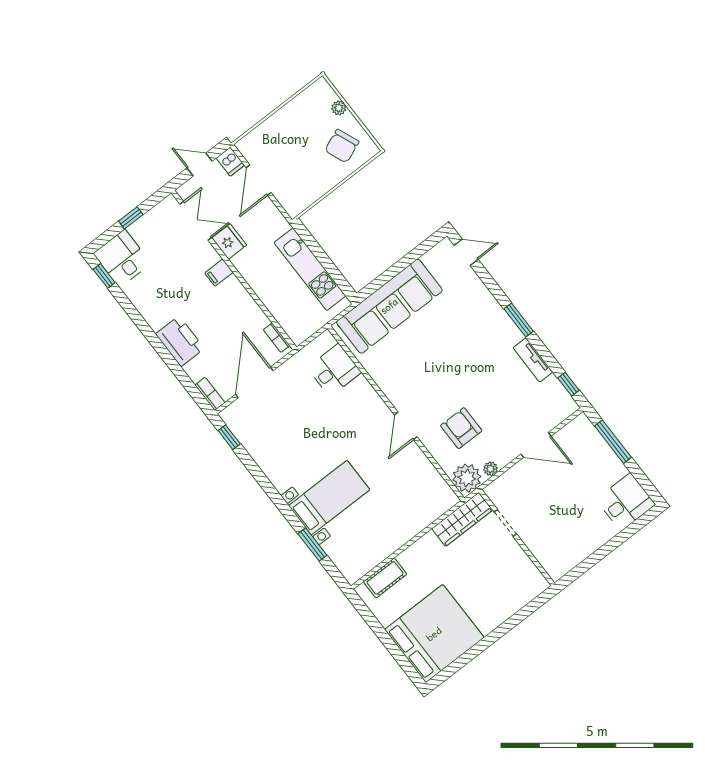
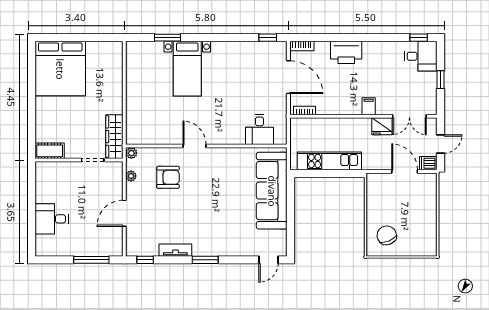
plant: (339, 108) -> (410, 251), removed
plant: (467, 478) -> (131, 153), width x0.53, depth x0.53
desk: (626, 502) -> (52, 219), moved, turned 90
cot: (385, 578) -> (50, 151), moved, turned 90

